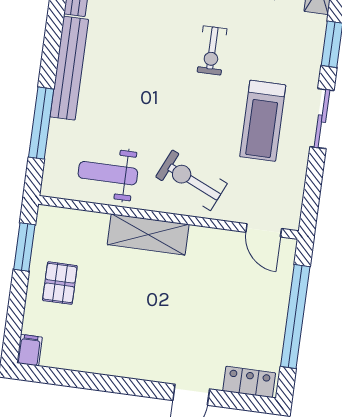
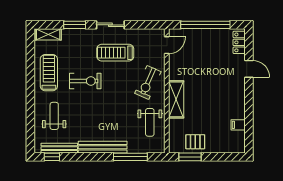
exercise bike: (212, 50) -> (85, 81), width x1.38, depth x1.39
treadmill: (263, 121) -> (115, 53), turned 180
pallet: (60, 283) -> (195, 142), moved
filing cabinet: (29, 350) -> (238, 125), moved

